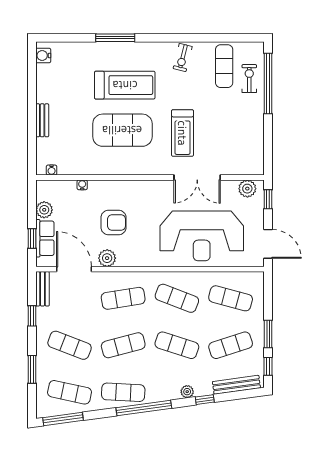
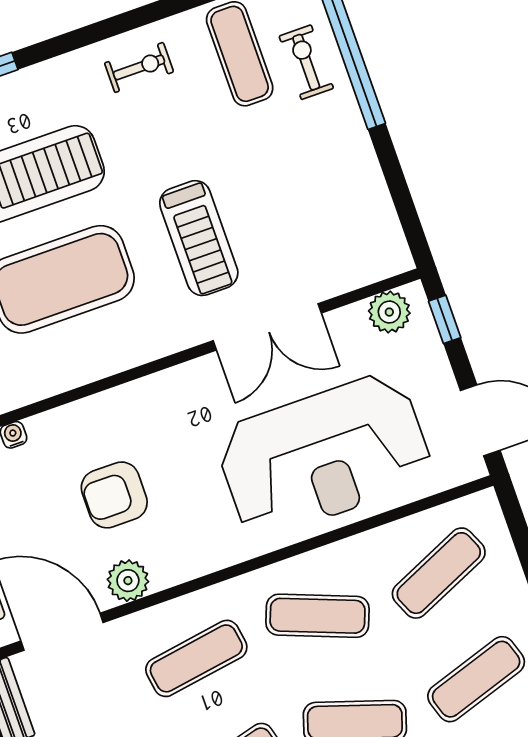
exercise bike: (183, 57) -> (139, 67), turned -104
armchair: (114, 222) -> (114, 495), turned 180
exercise mat: (231, 298) -> (439, 573), turned -39

